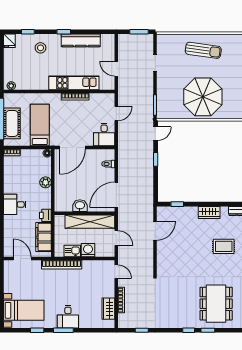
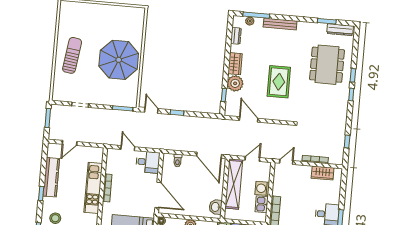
door: (116, 69) -> (70, 143), moved
washbasin: (80, 206) -> (216, 207), moved
plant: (190, 214) -> (235, 83), added
rug: (224, 246) -> (279, 82), moved, width x1.36, depth x1.43
dining table: (216, 304) -> (327, 65), turned 90

